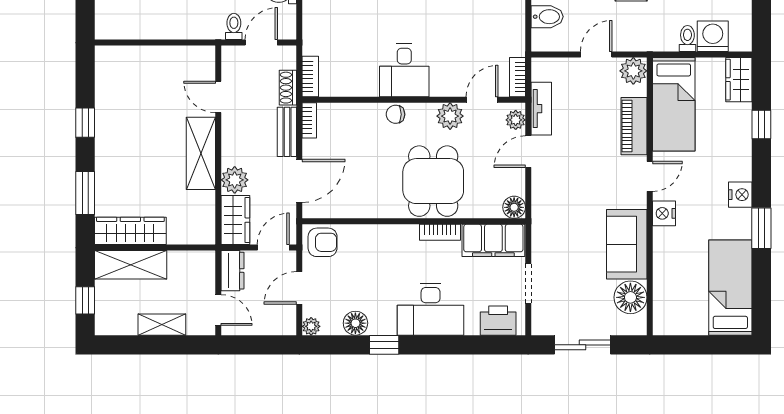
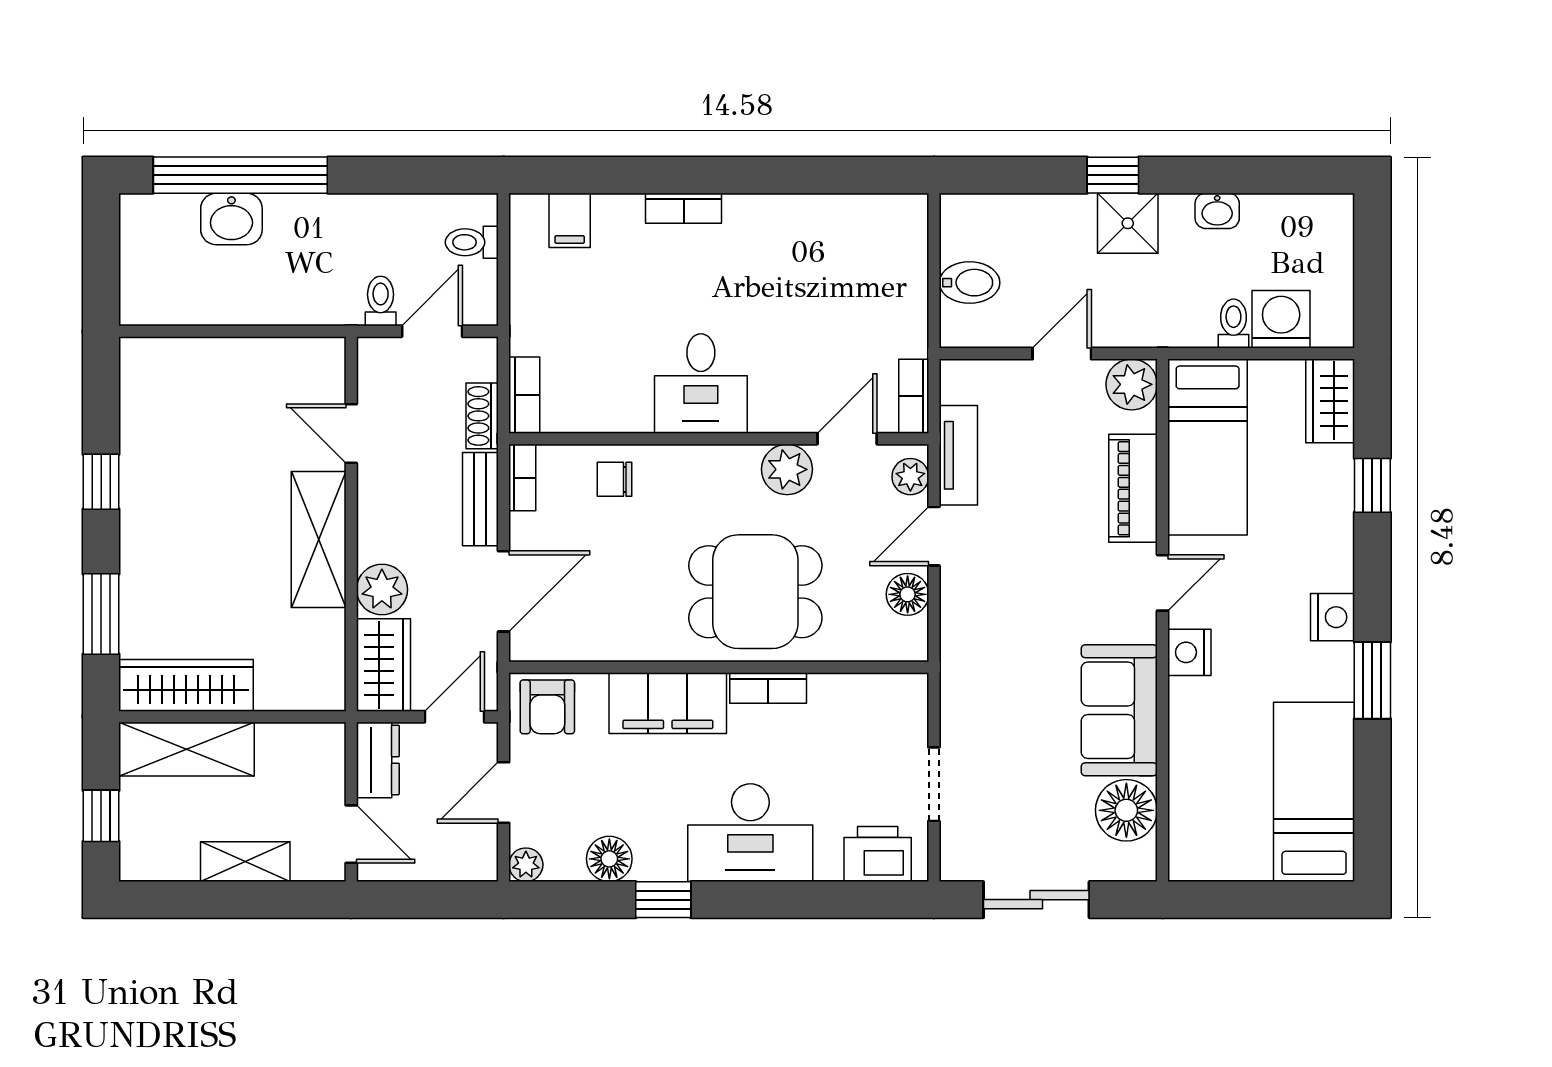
chair: (395, 114) -> (614, 479), moved
dining table: (433, 181) -> (755, 592), turned 90
floor lamp: (514, 207) -> (908, 594), moved
filing cabinet: (493, 240) -> (668, 703), moved
armchair: (323, 242) -> (547, 707), turned 90

